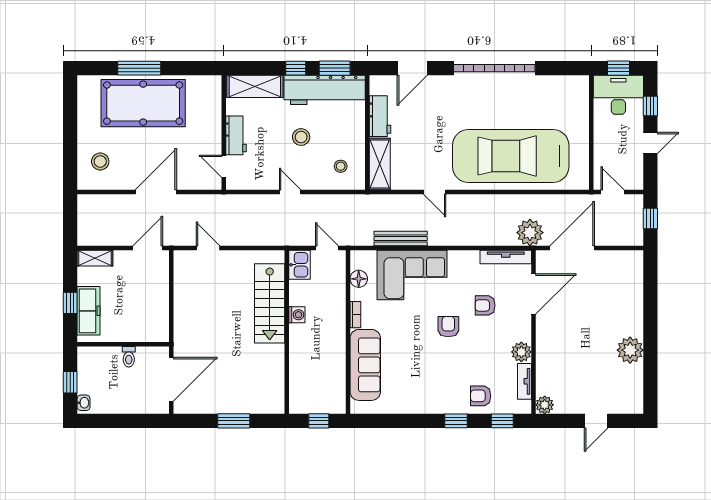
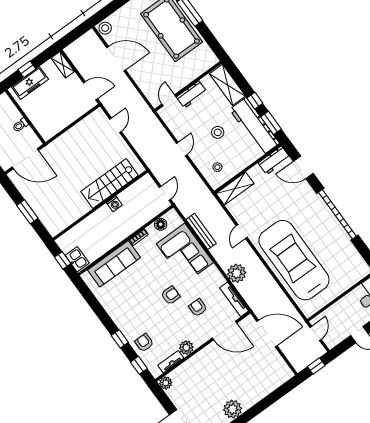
workbench: (380, 116) -> (274, 160), moved
stool: (100, 161) -> (105, 28), moved
door: (156, 192) -> (116, 59), moved
plant: (530, 233) -> (237, 273), moved
kitchen sink: (299, 265) -> (77, 259), moved, turned -90

